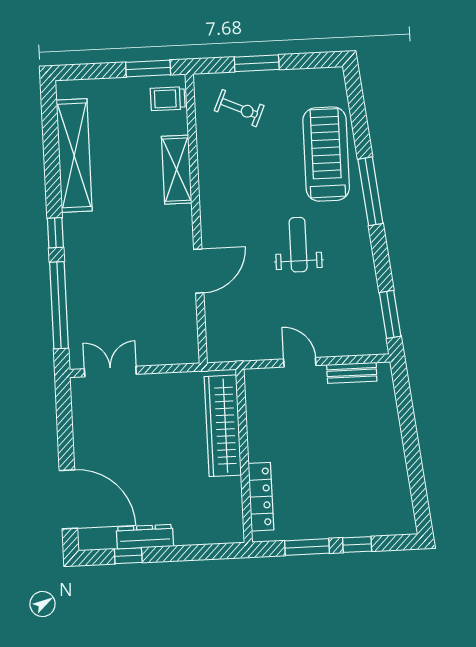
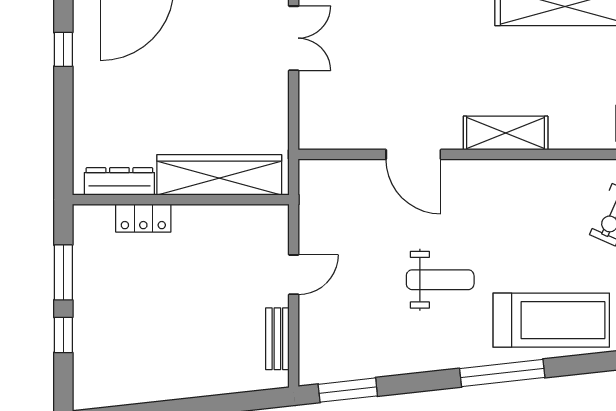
shelving: (177, 170) -> (506, 133), moved
locker: (261, 497) -> (143, 218), width x0.66
dresser: (145, 537) -> (119, 181), moved, turned -90

